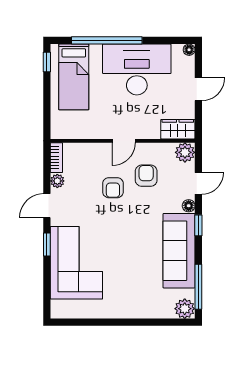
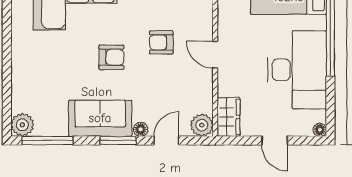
armchair: (146, 176) -> (111, 57), moved
door: (198, 183) -> (166, 141), swing flipped
window: (198, 225) -> (118, 141), width x1.50
sofa: (179, 251) -> (100, 118), width x0.73

